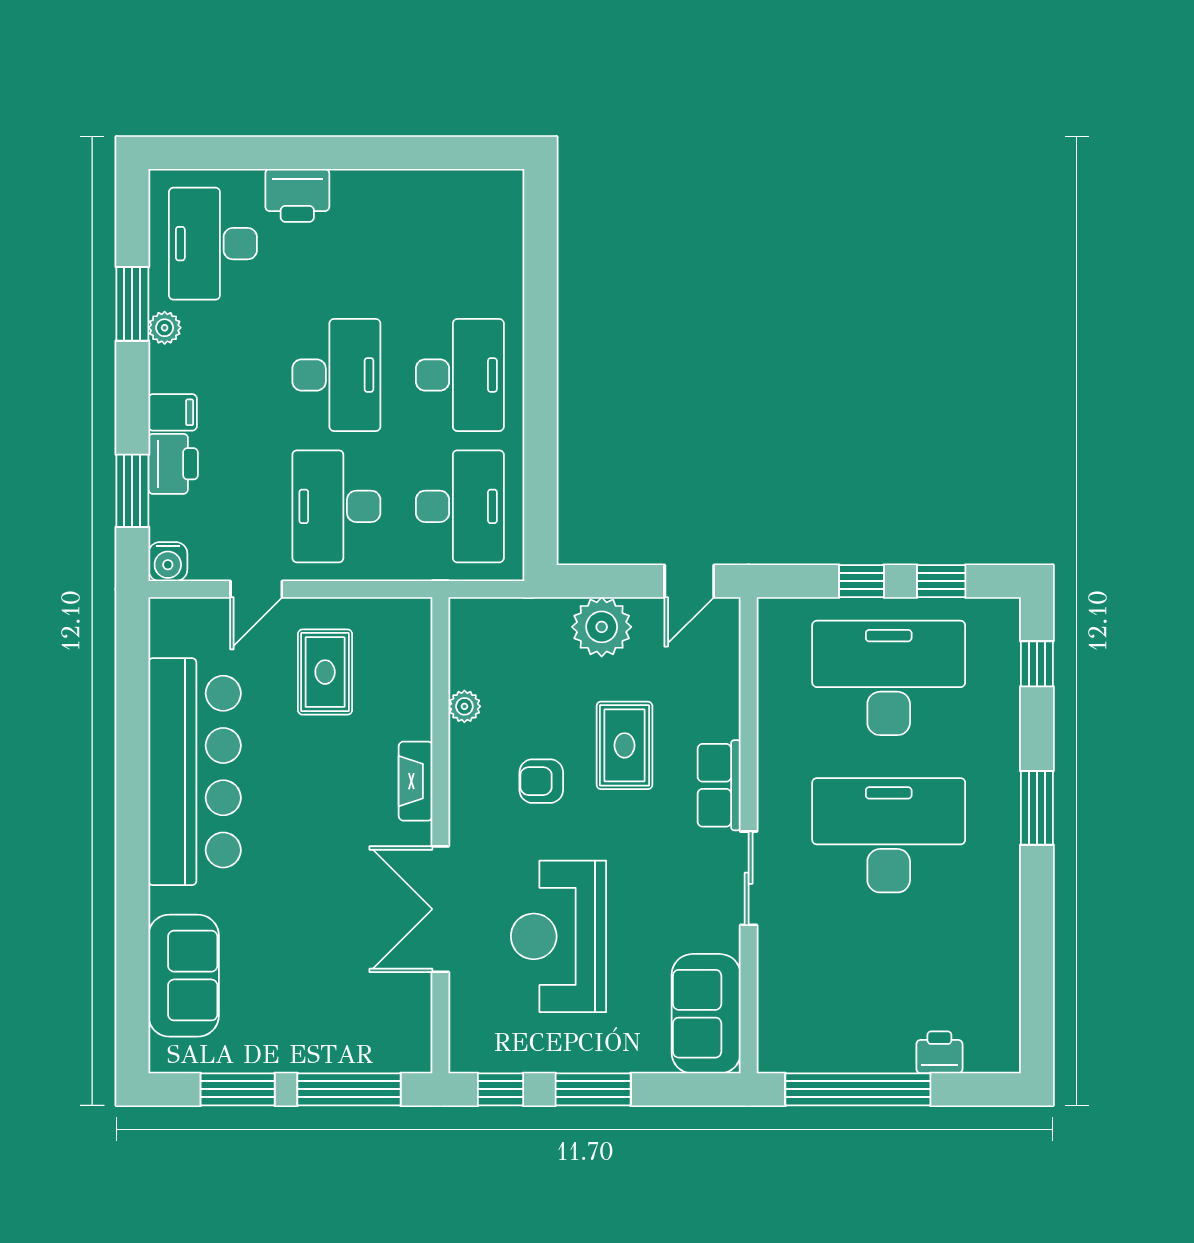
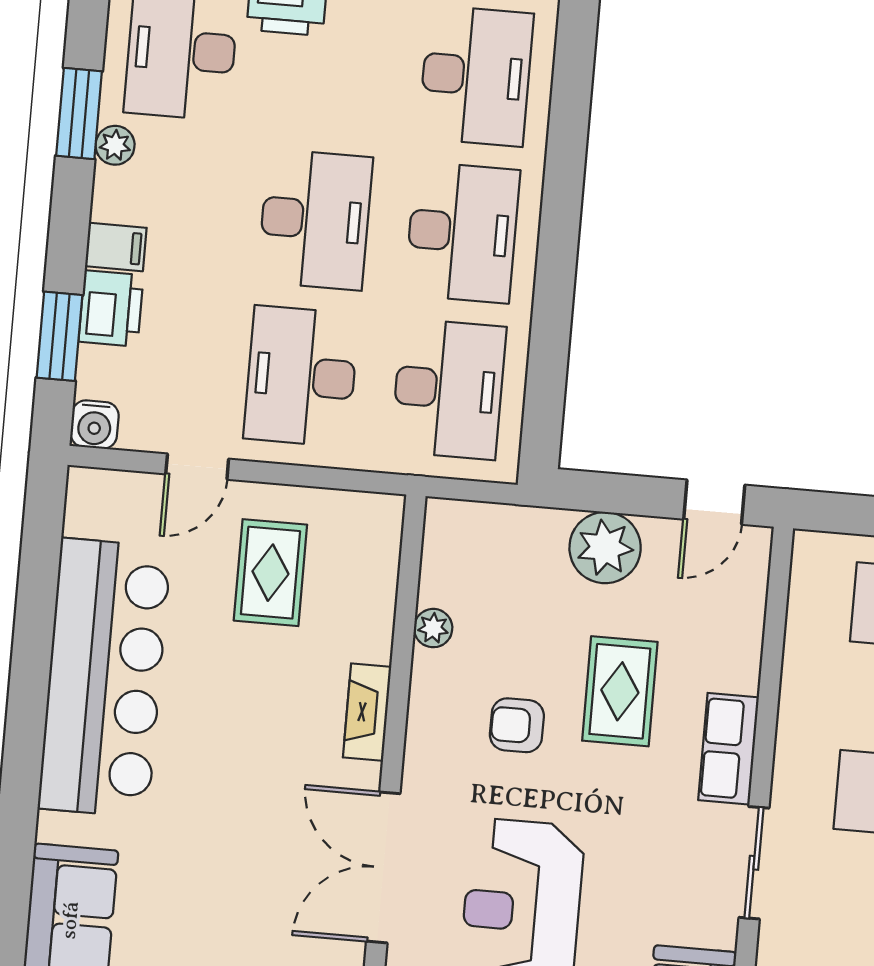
desk: (460, 244) -> (476, 76), added

